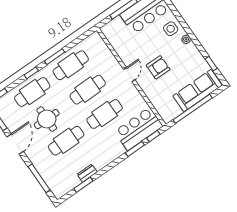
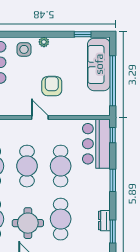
window: (135, 149) -> (113, 180), moved

